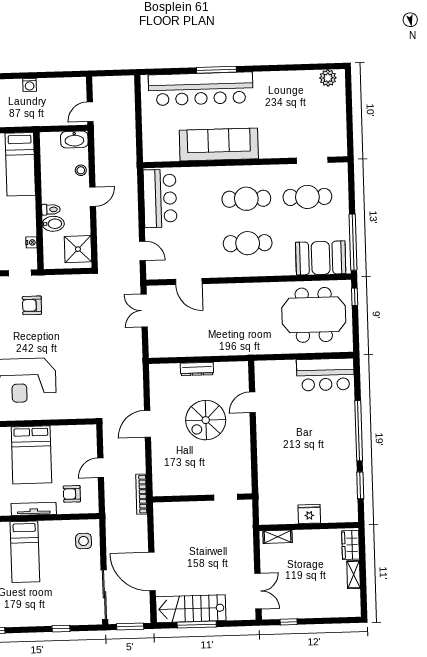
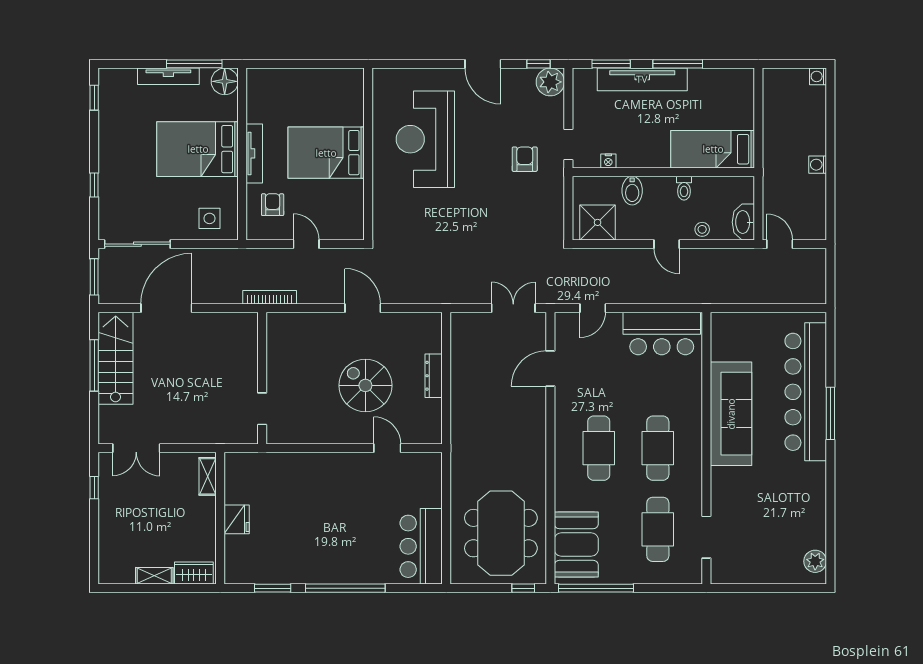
toilet: (51, 209) -> (684, 188), moved
bed: (25, 552) -> (198, 149), width x1.50

